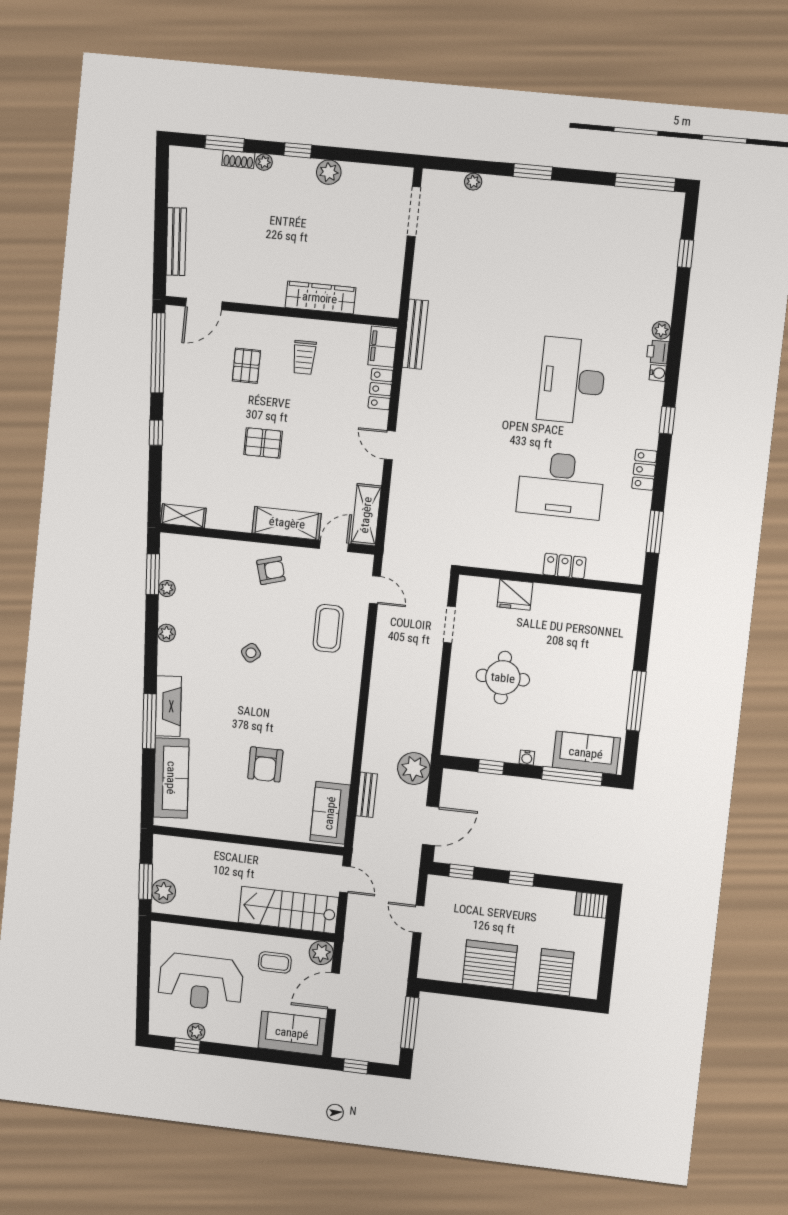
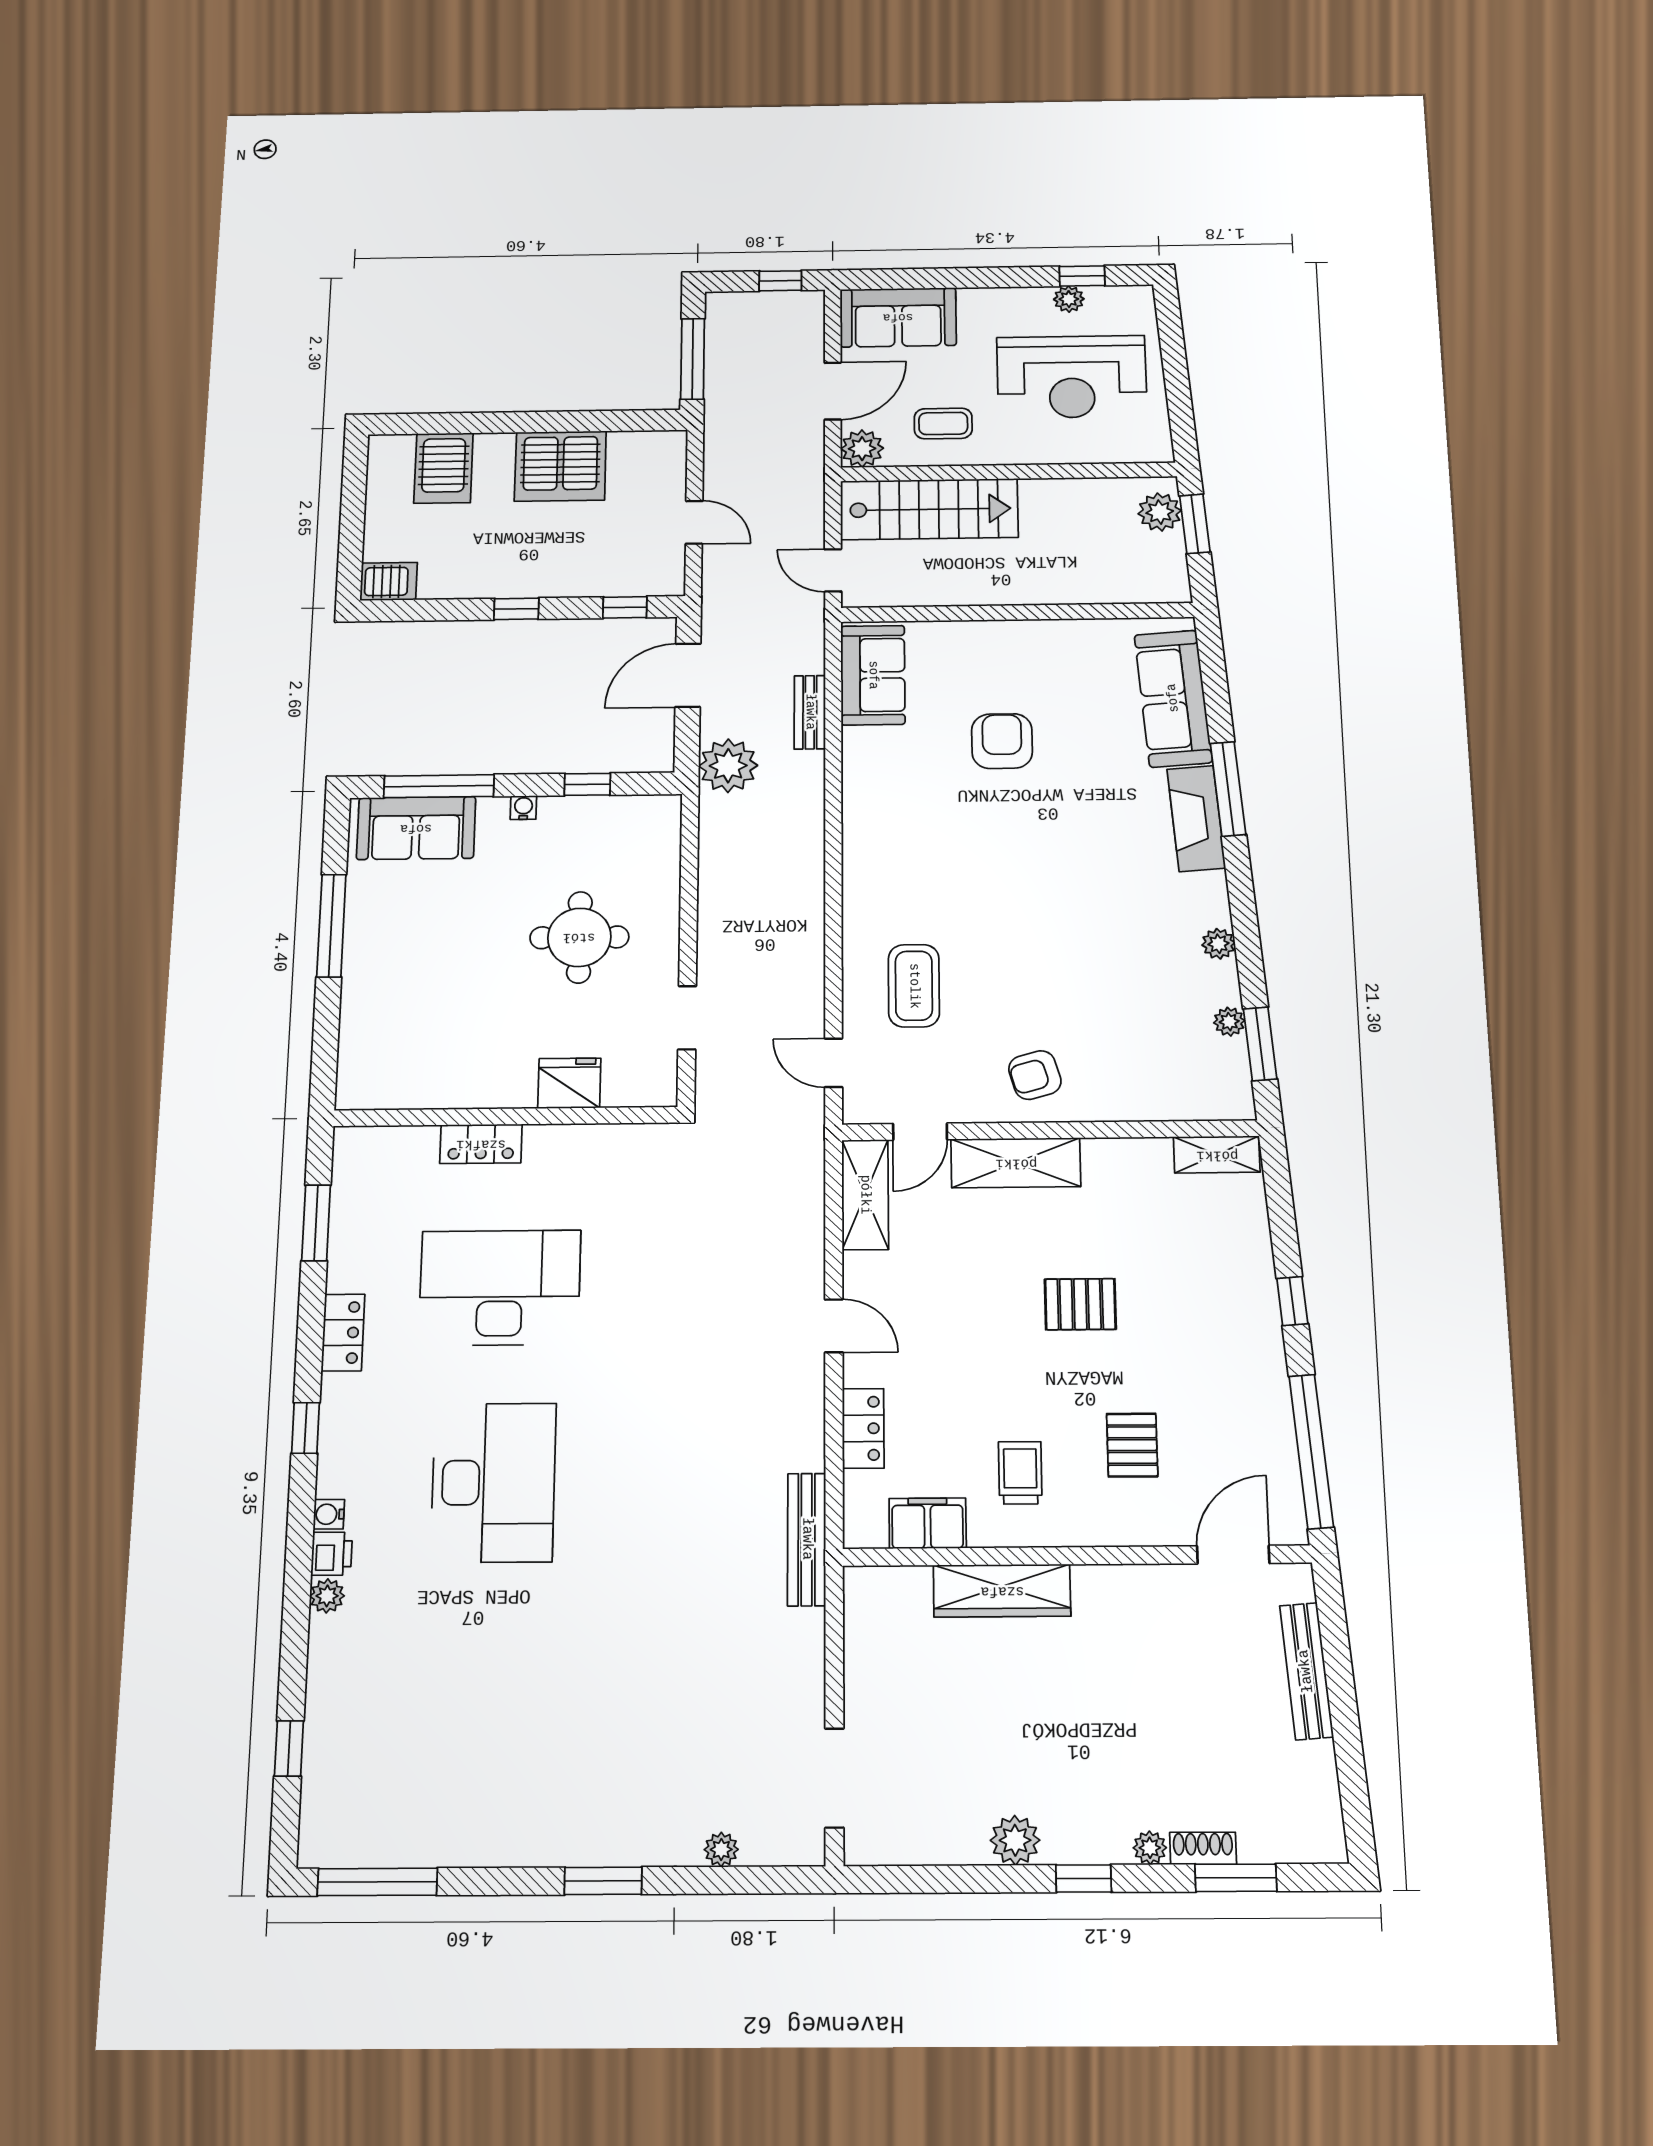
filing cabinet: (383, 347) -> (928, 1523), moved, turned -90
side table: (251, 653) -> (1054, 927), removed
reception desk: (201, 982) -> (1072, 377), turned 180

